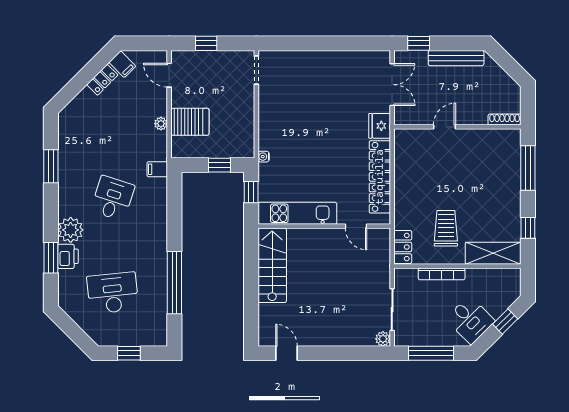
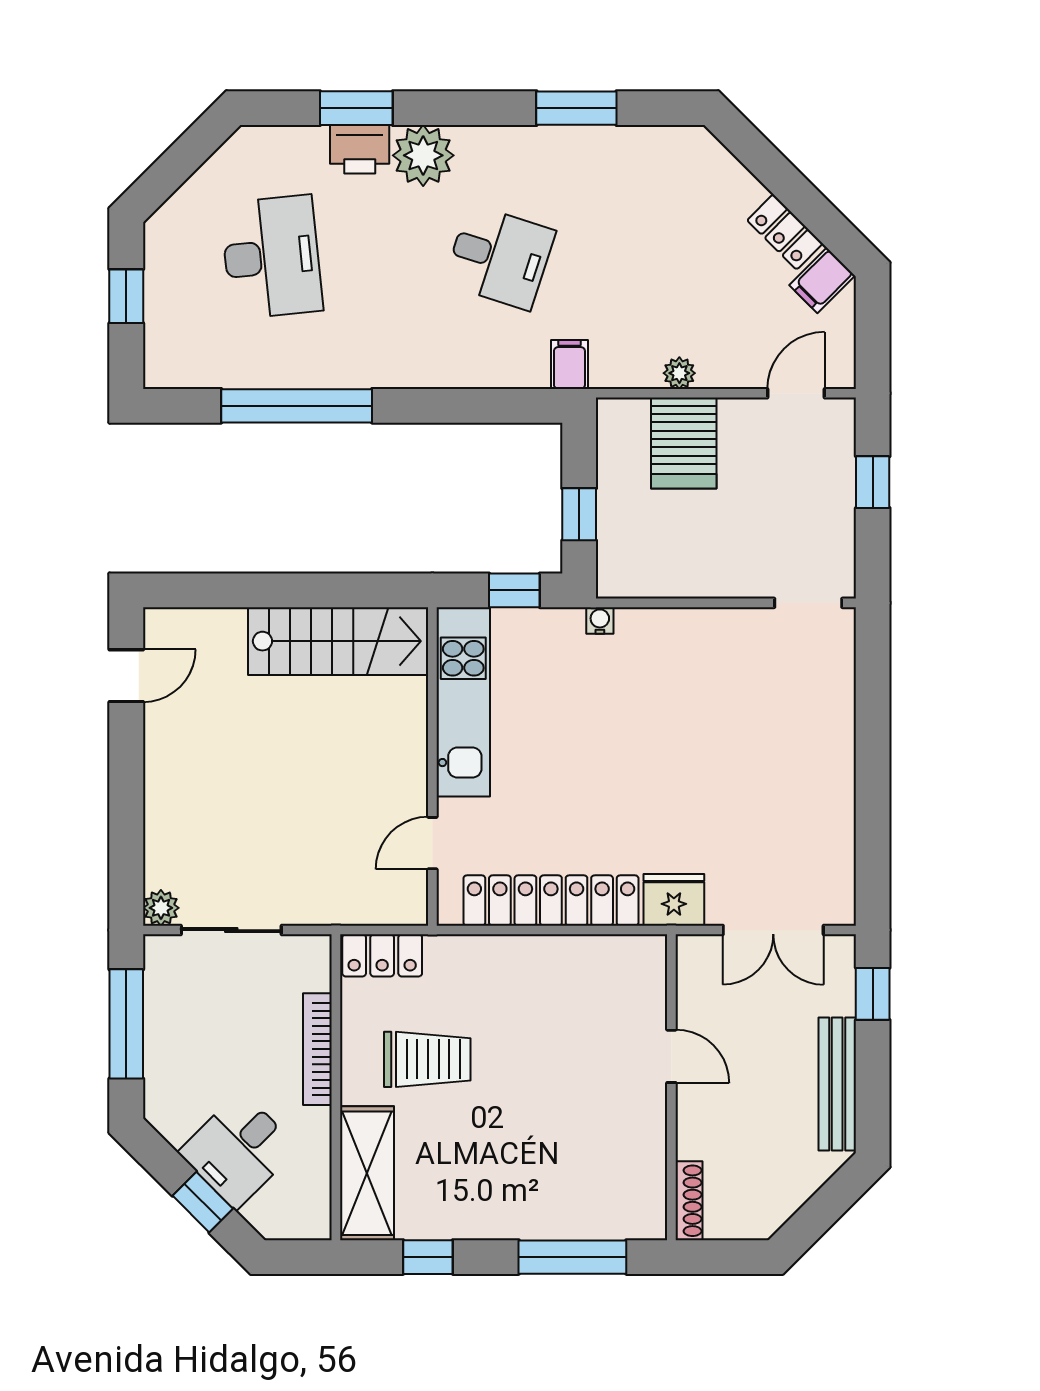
desk: (470, 320) -> (238, 1150), moved

